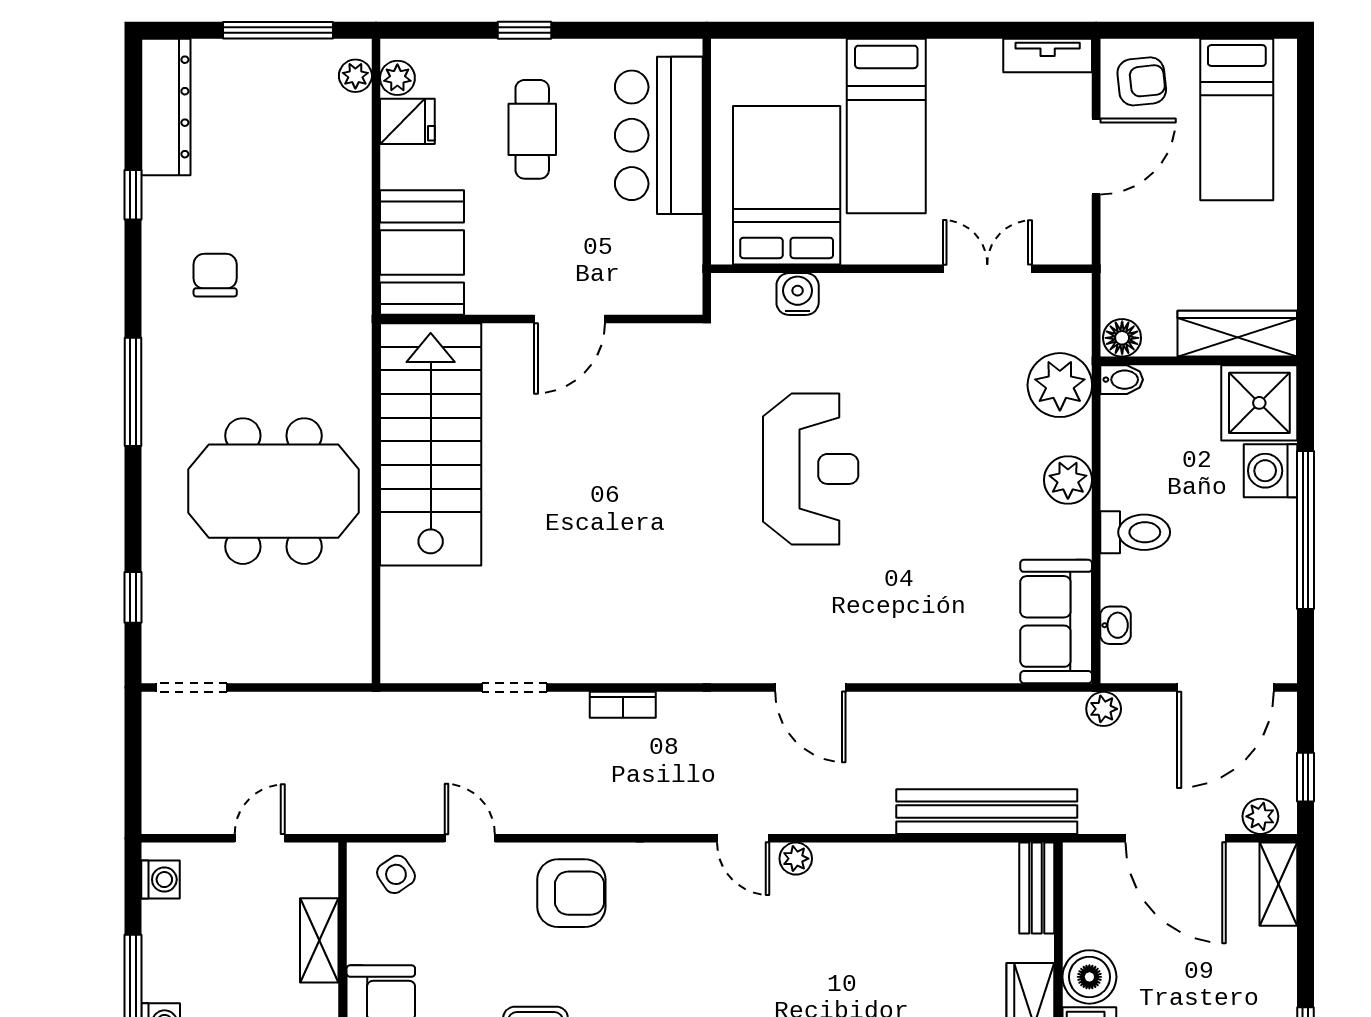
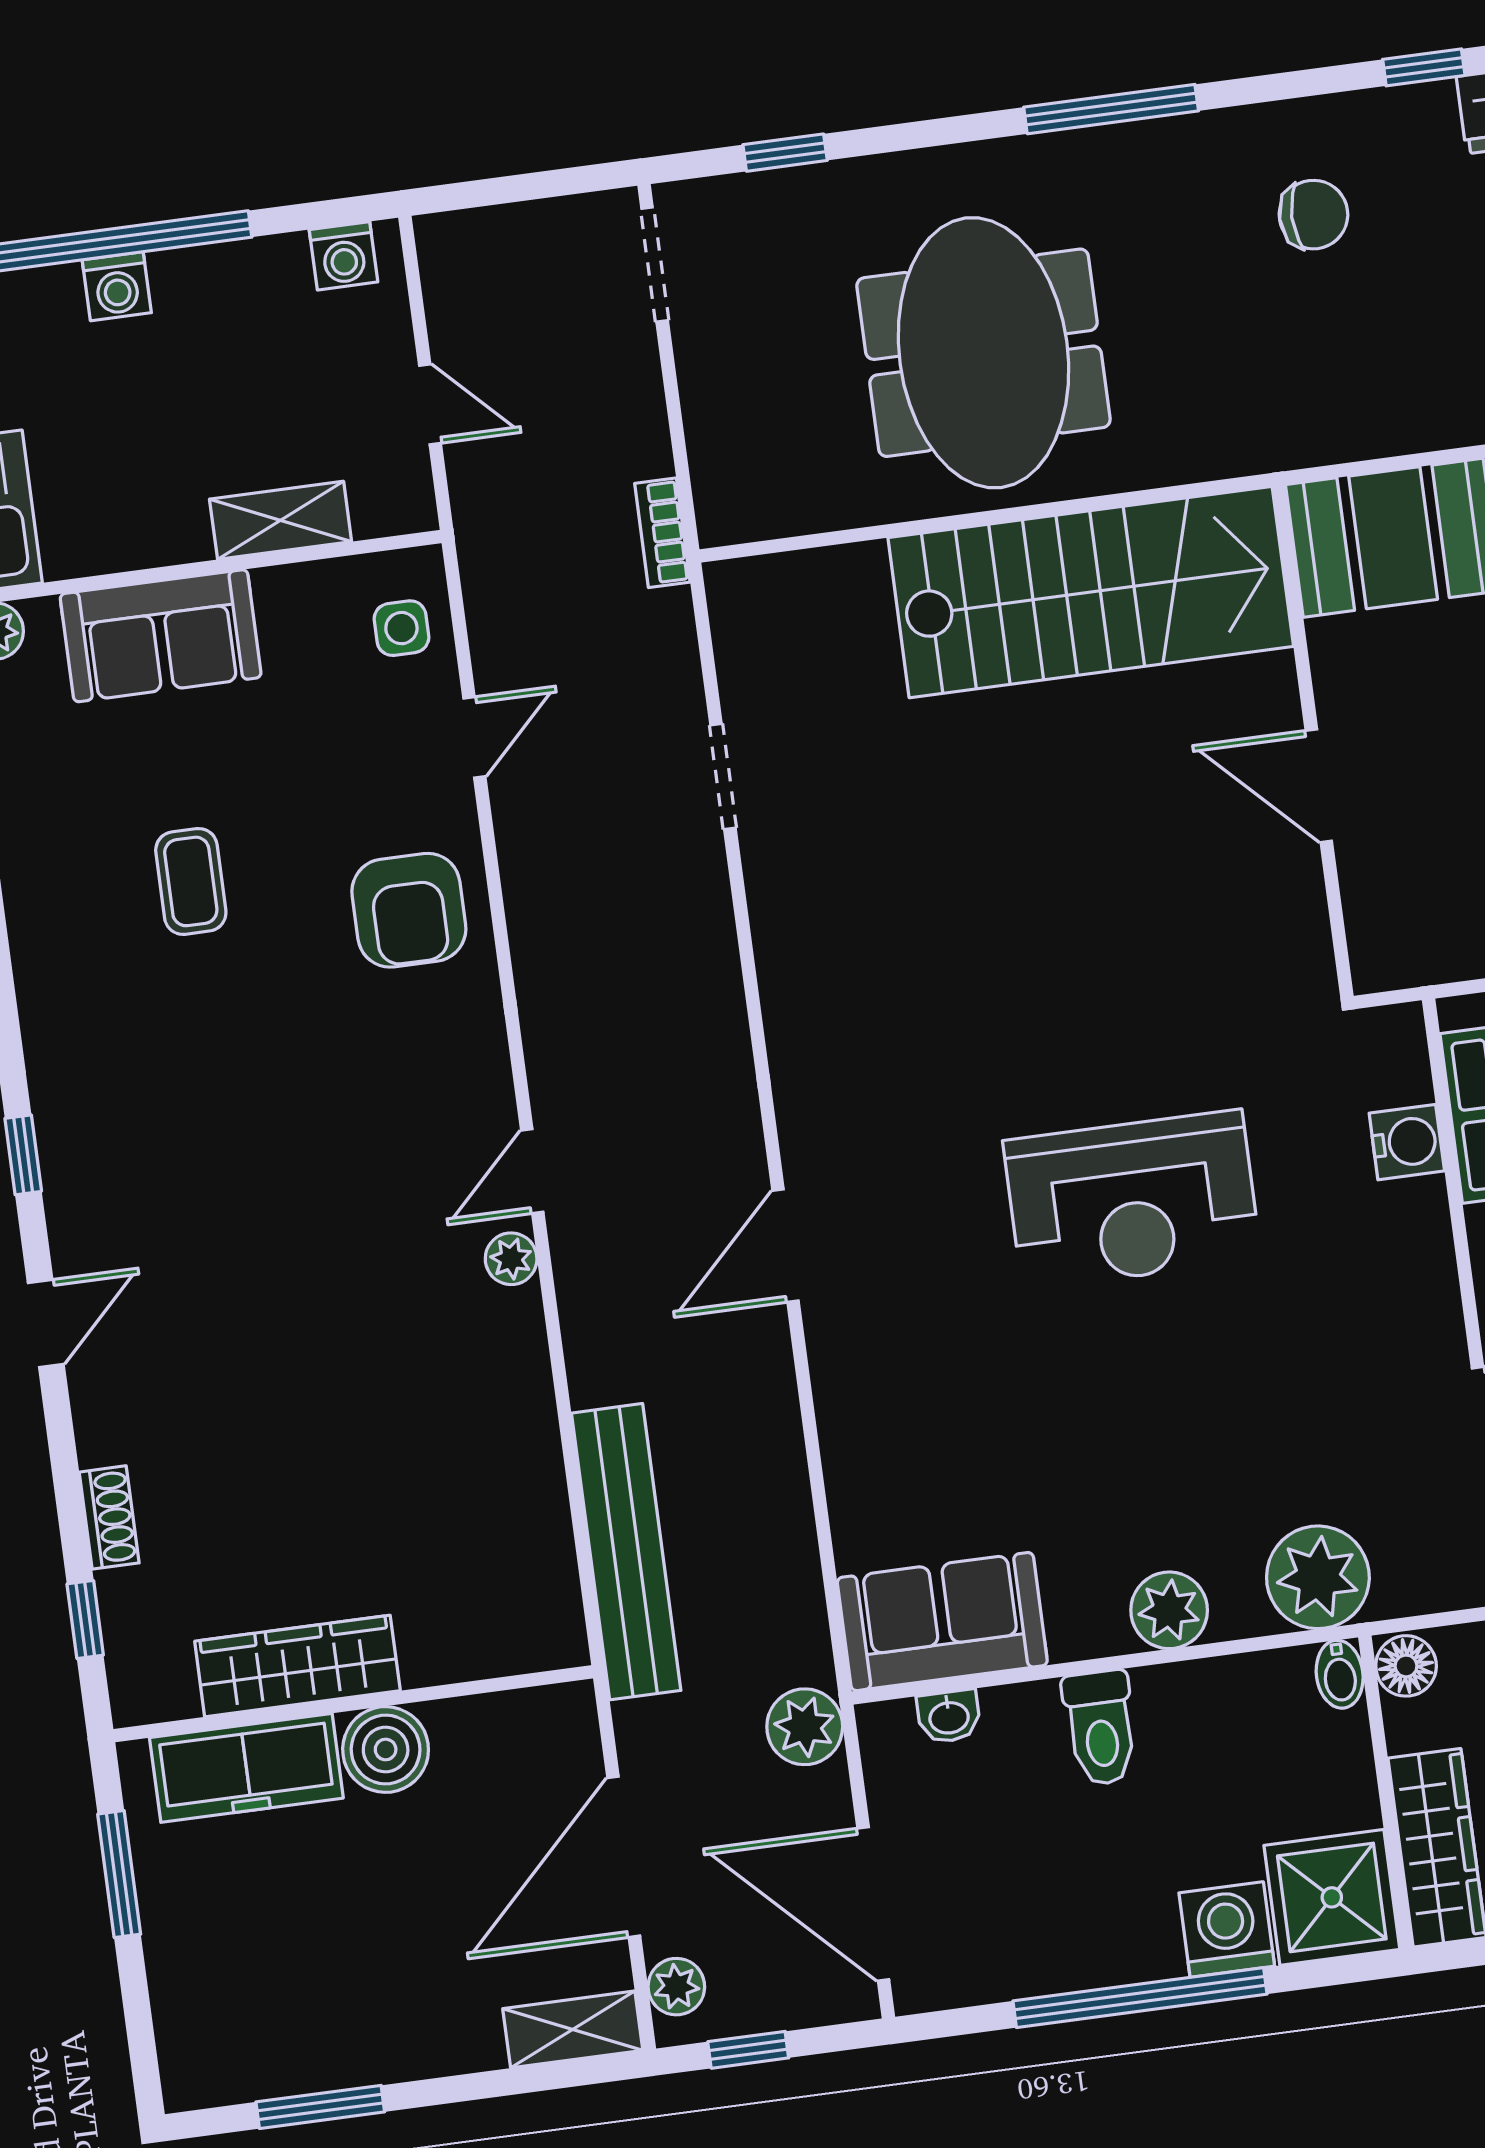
bookcase: (623, 705) -> (662, 533), moved
plant: (1104, 709) -> (805, 1727), width x1.38, depth x1.38
side table: (396, 874) -> (401, 628), turned 34
bench: (1037, 888) -> (515, 1647), removed

